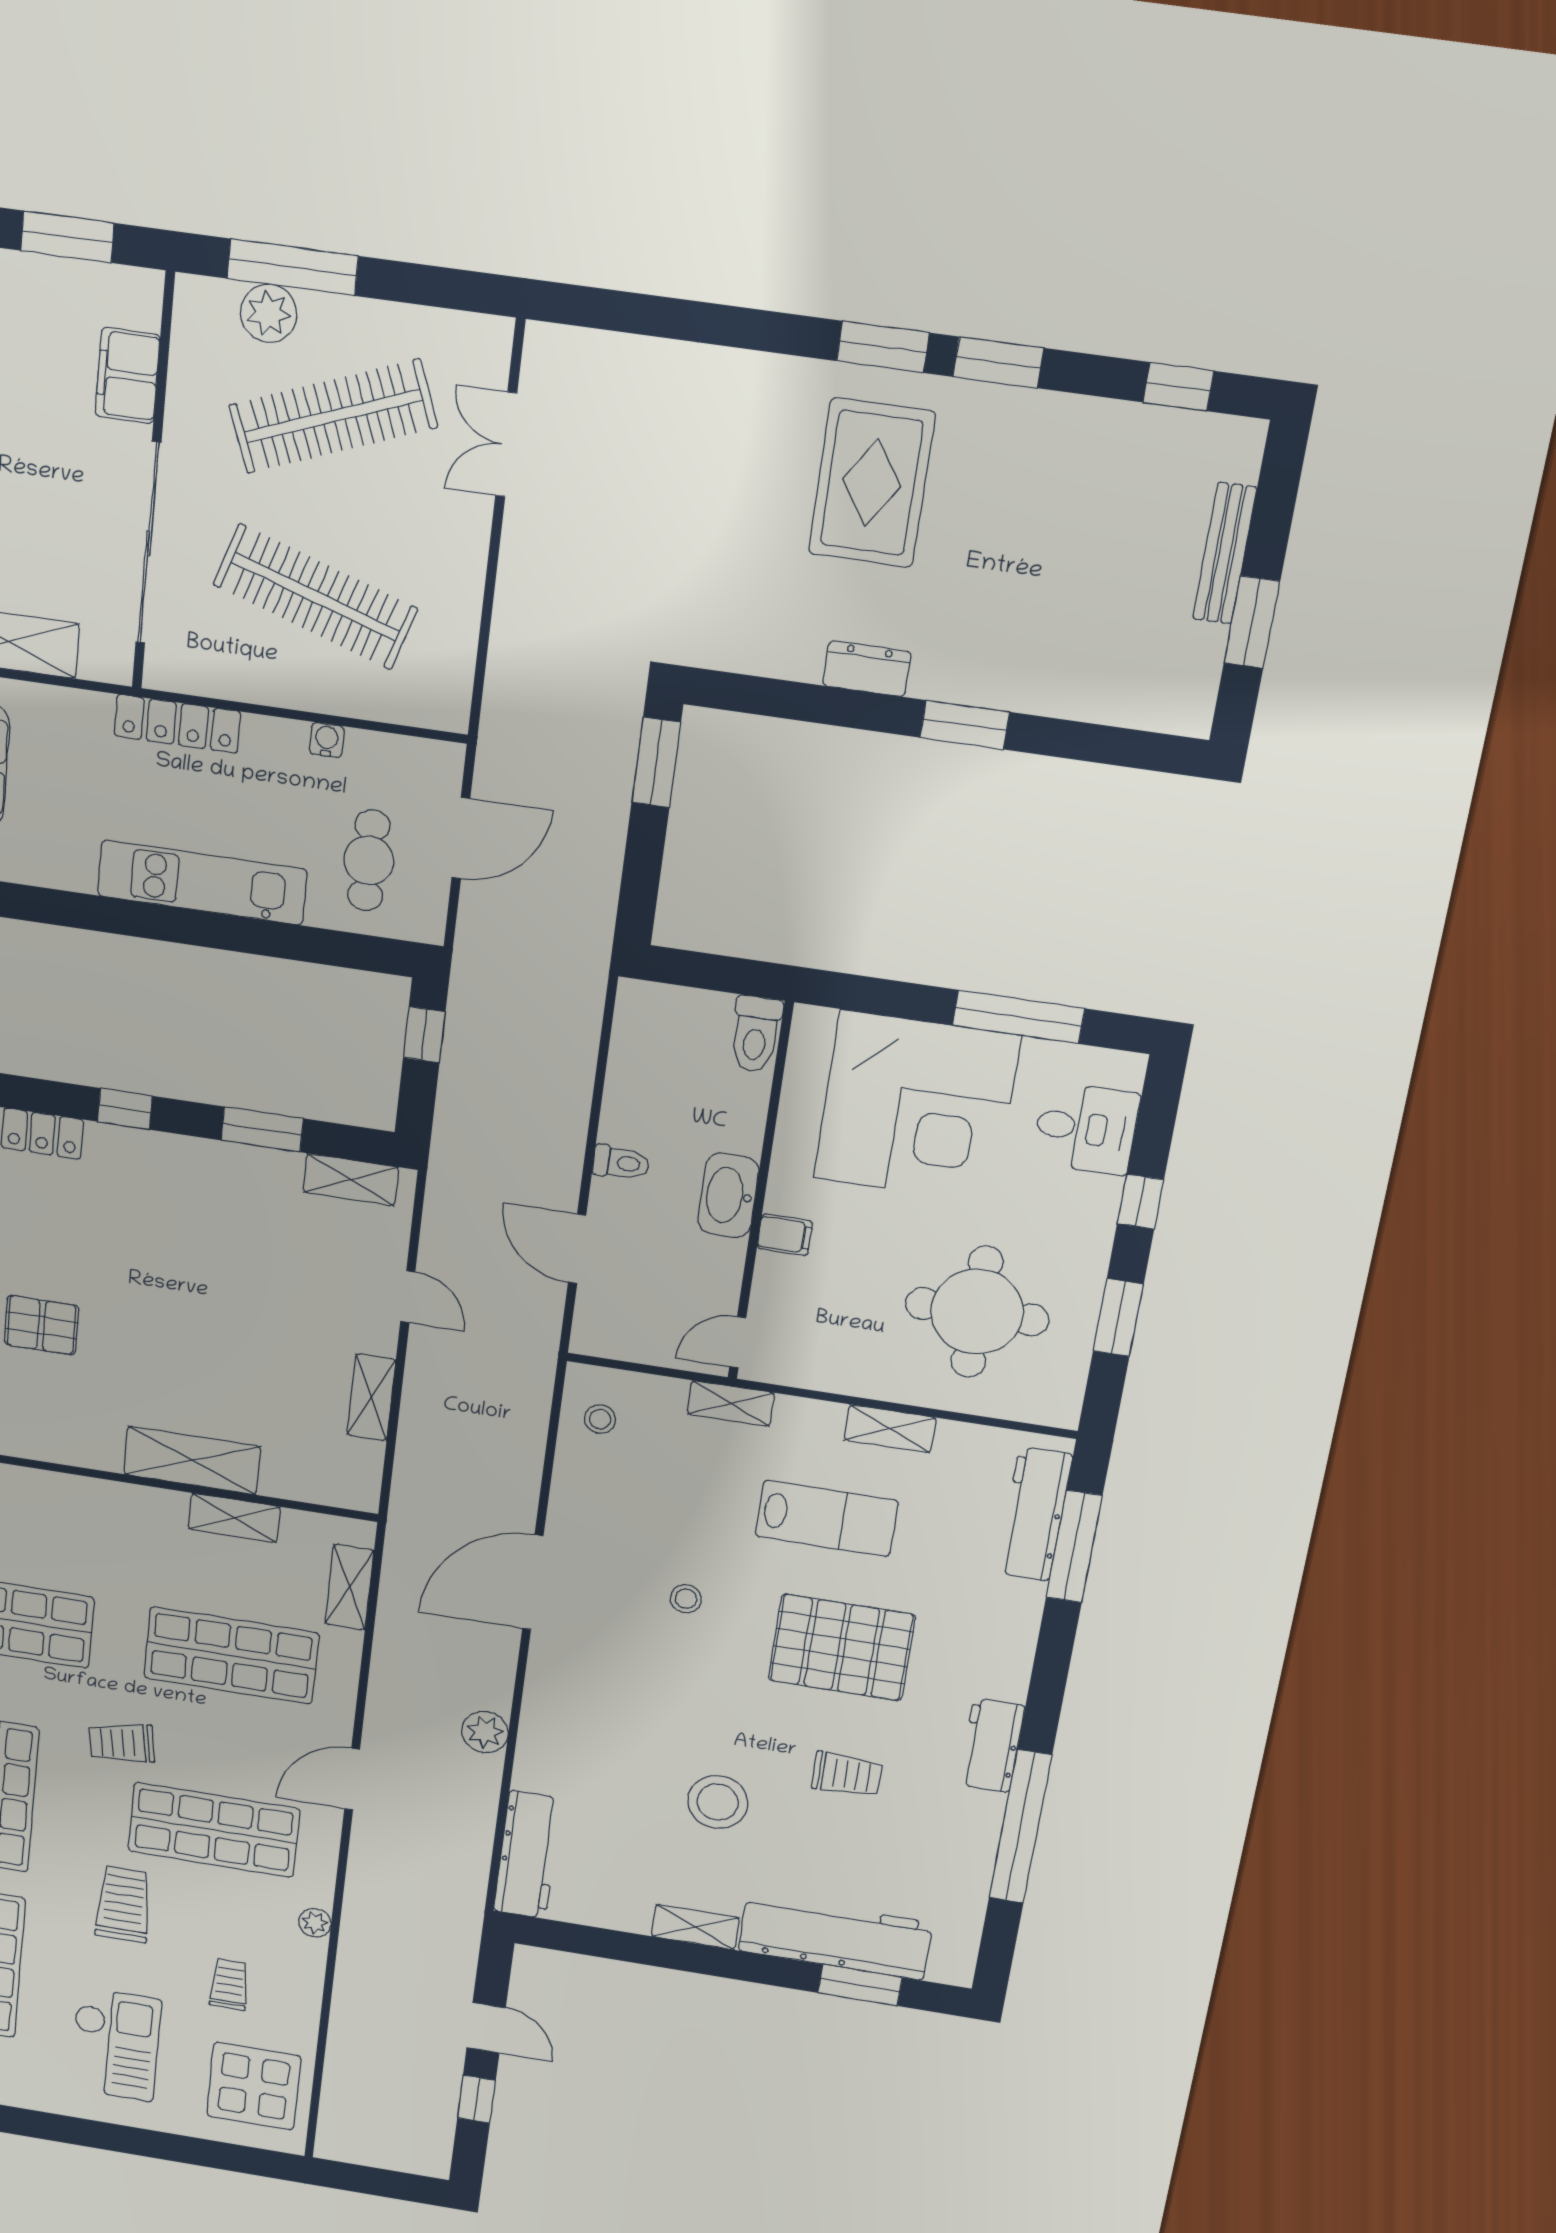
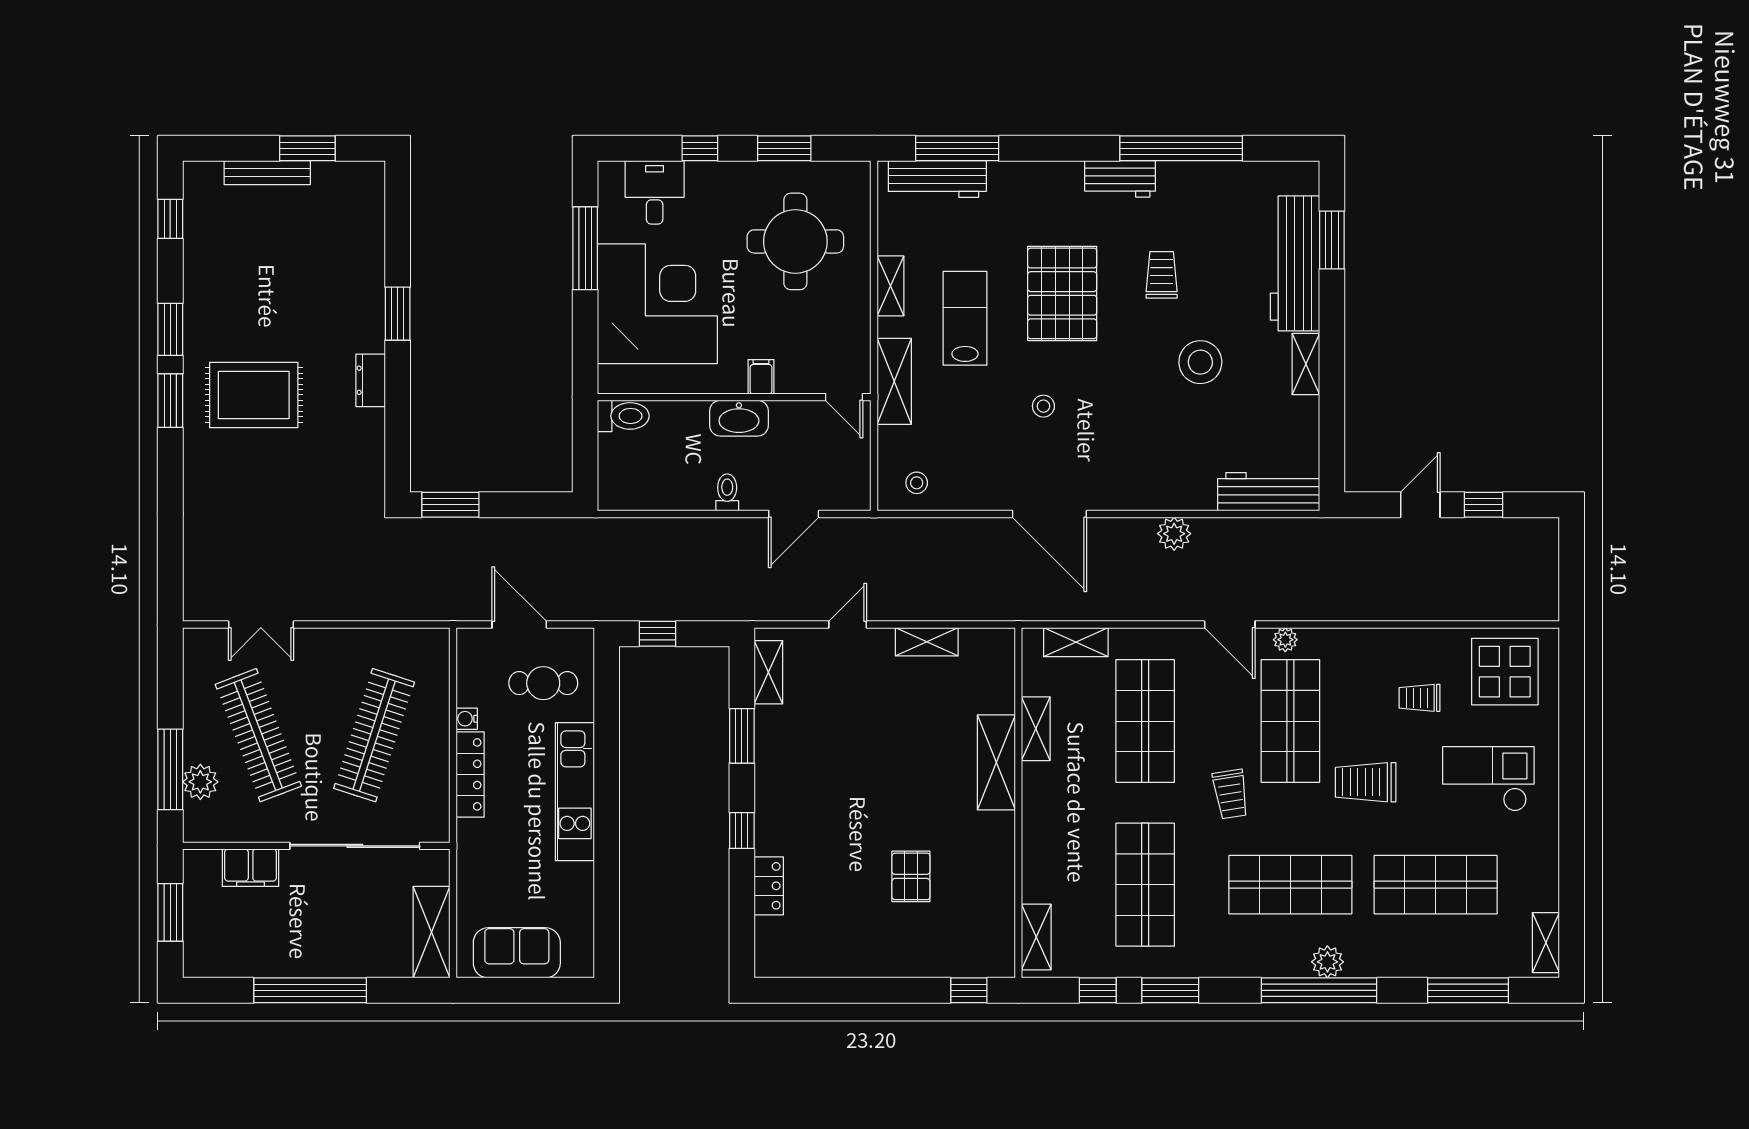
locker: (177, 724) -> (470, 774), moved
shelving: (731, 1403) -> (894, 381), width x1.50, depth x1.33
plant: (315, 1923) -> (1285, 640), moved

